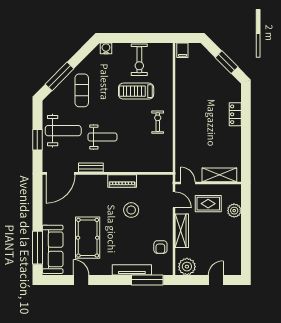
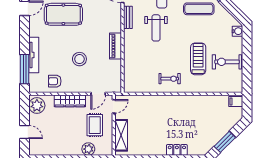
stool: (131, 210) -> (79, 59), moved

